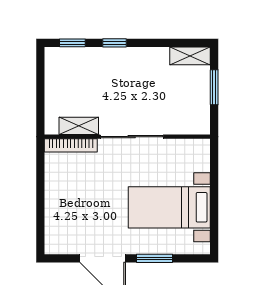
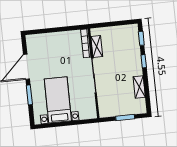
shelving: (190, 56) -> (139, 87), moved

